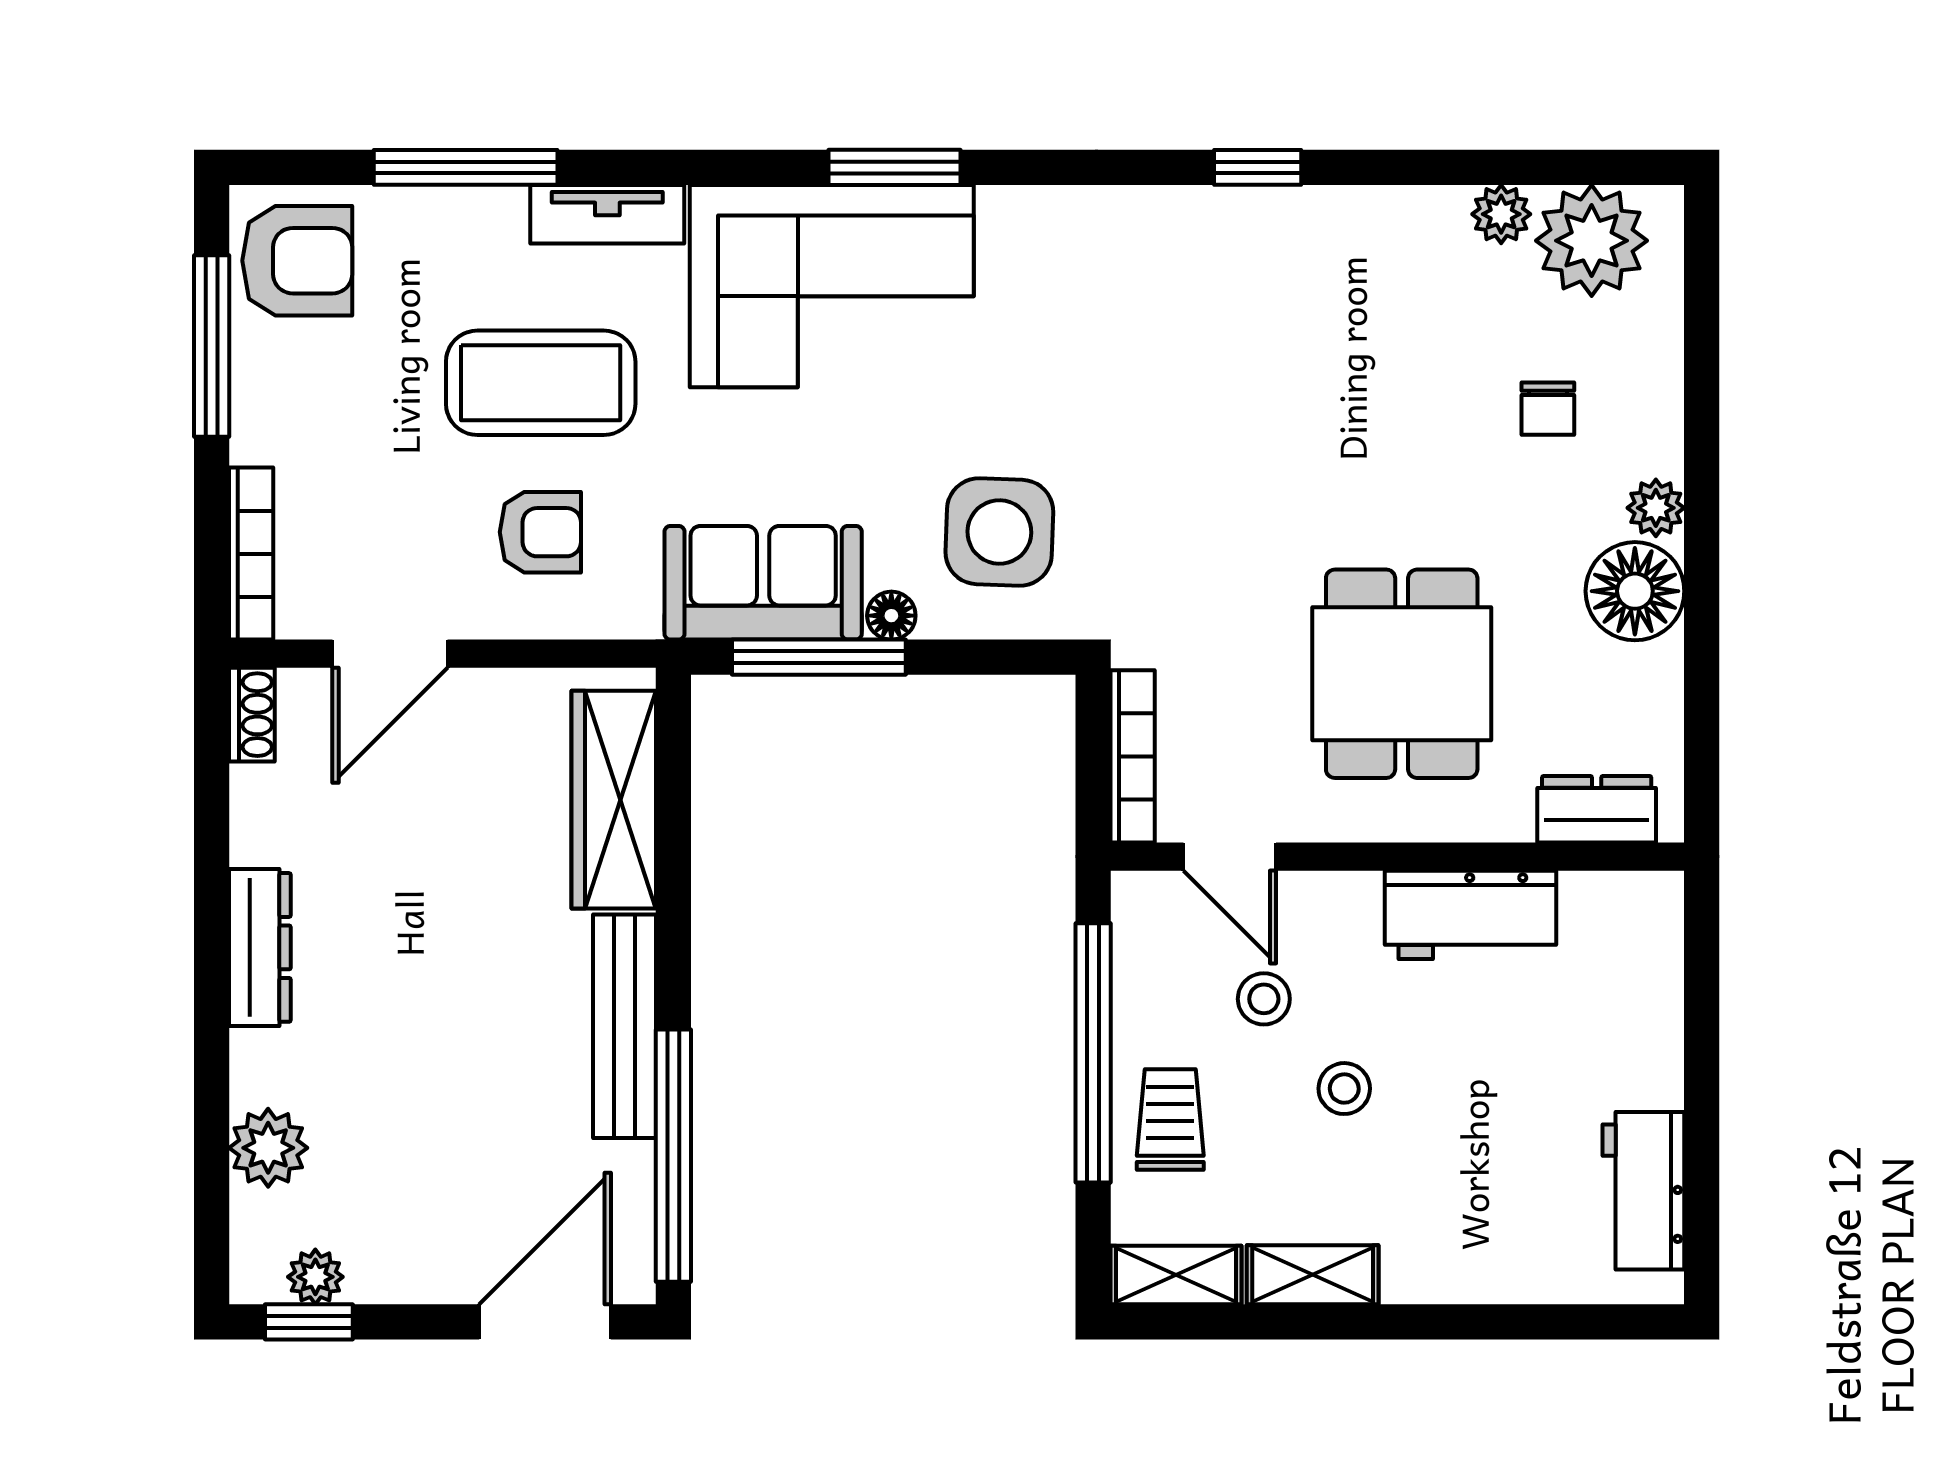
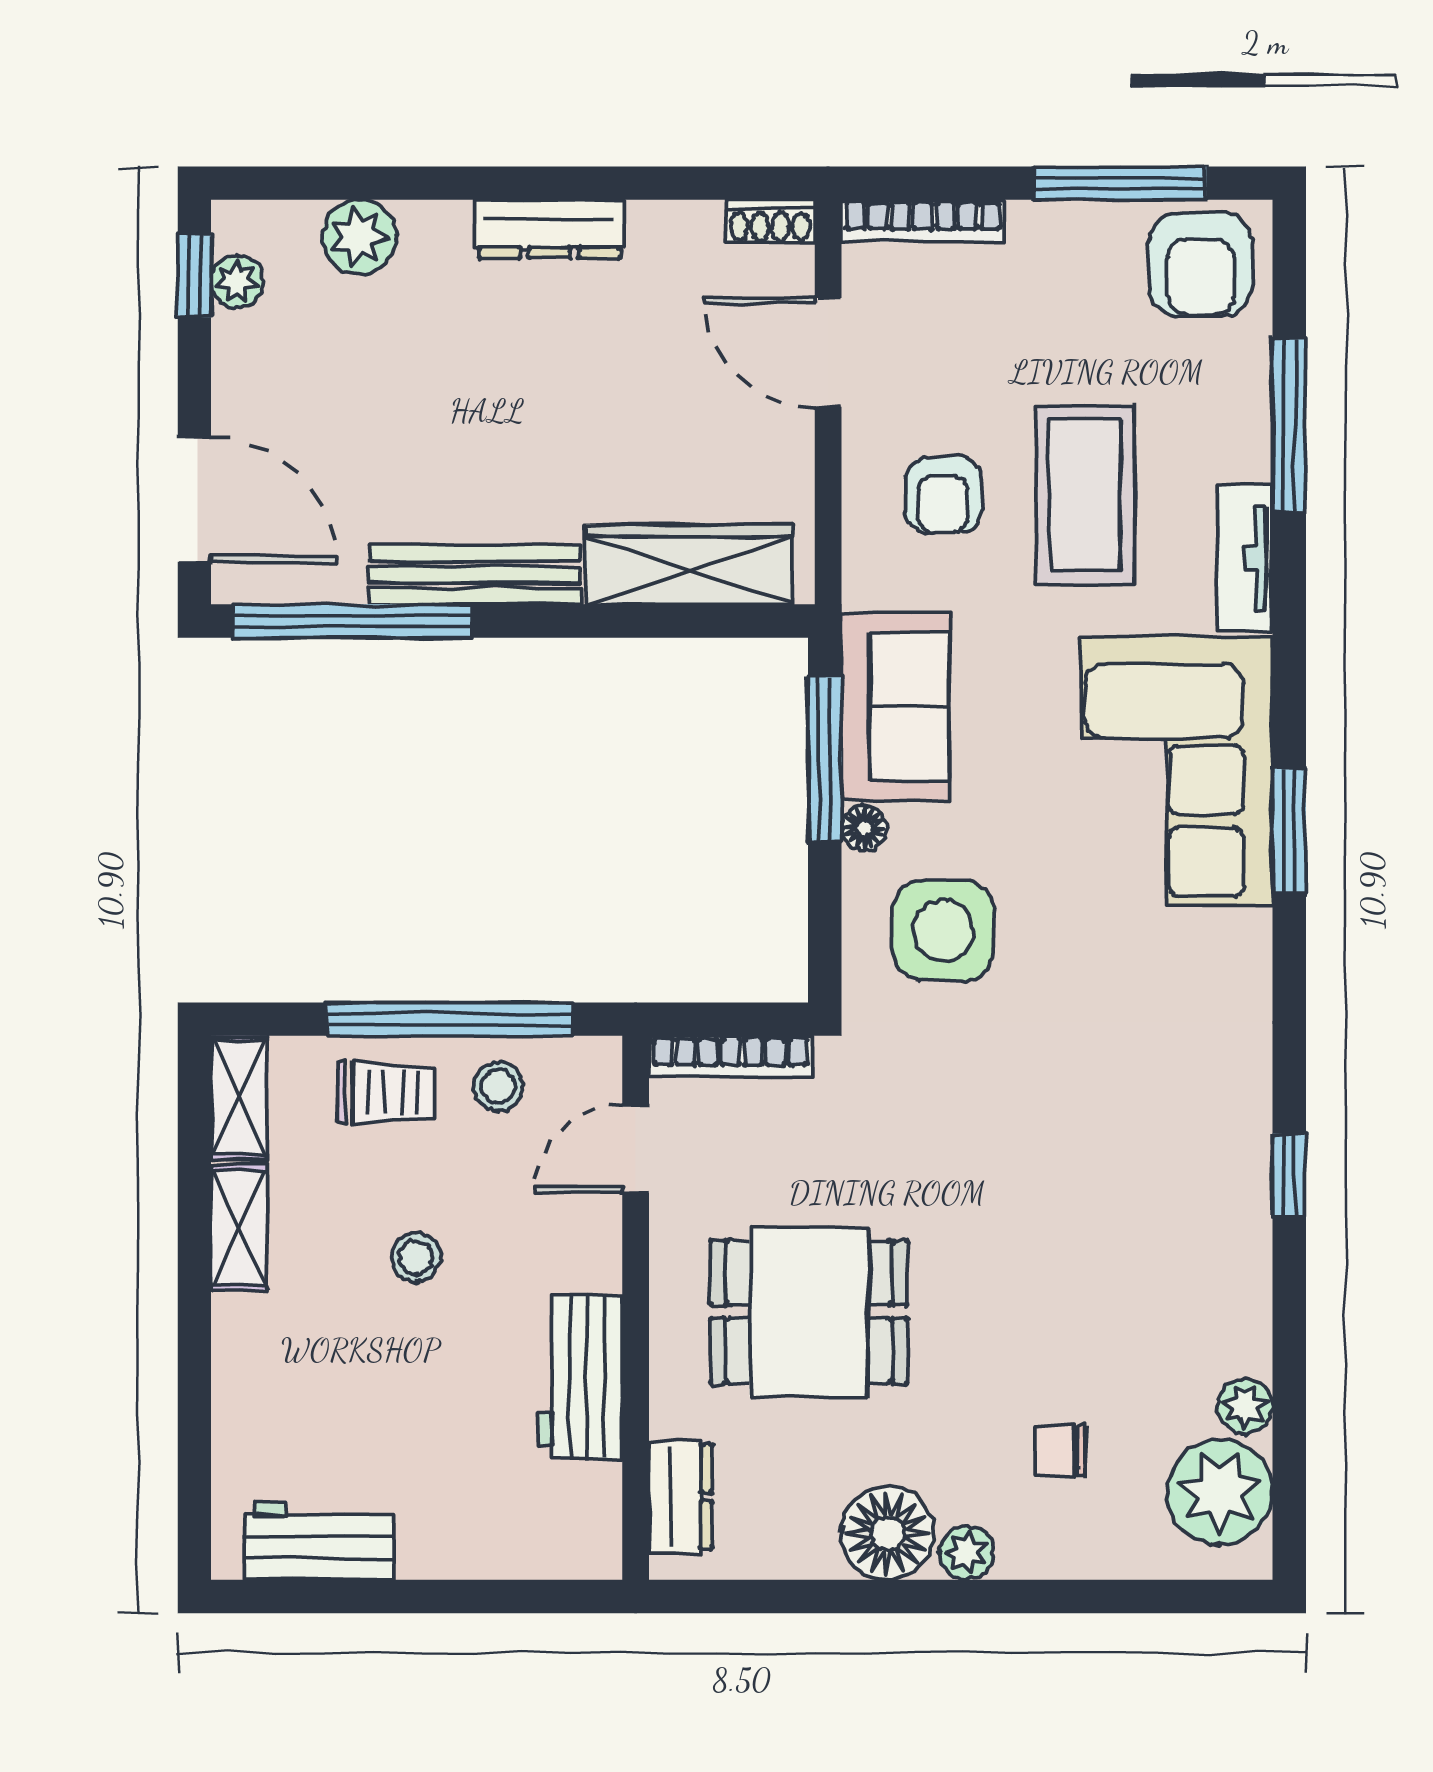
stool: (1264, 999) -> (498, 1086), moved

